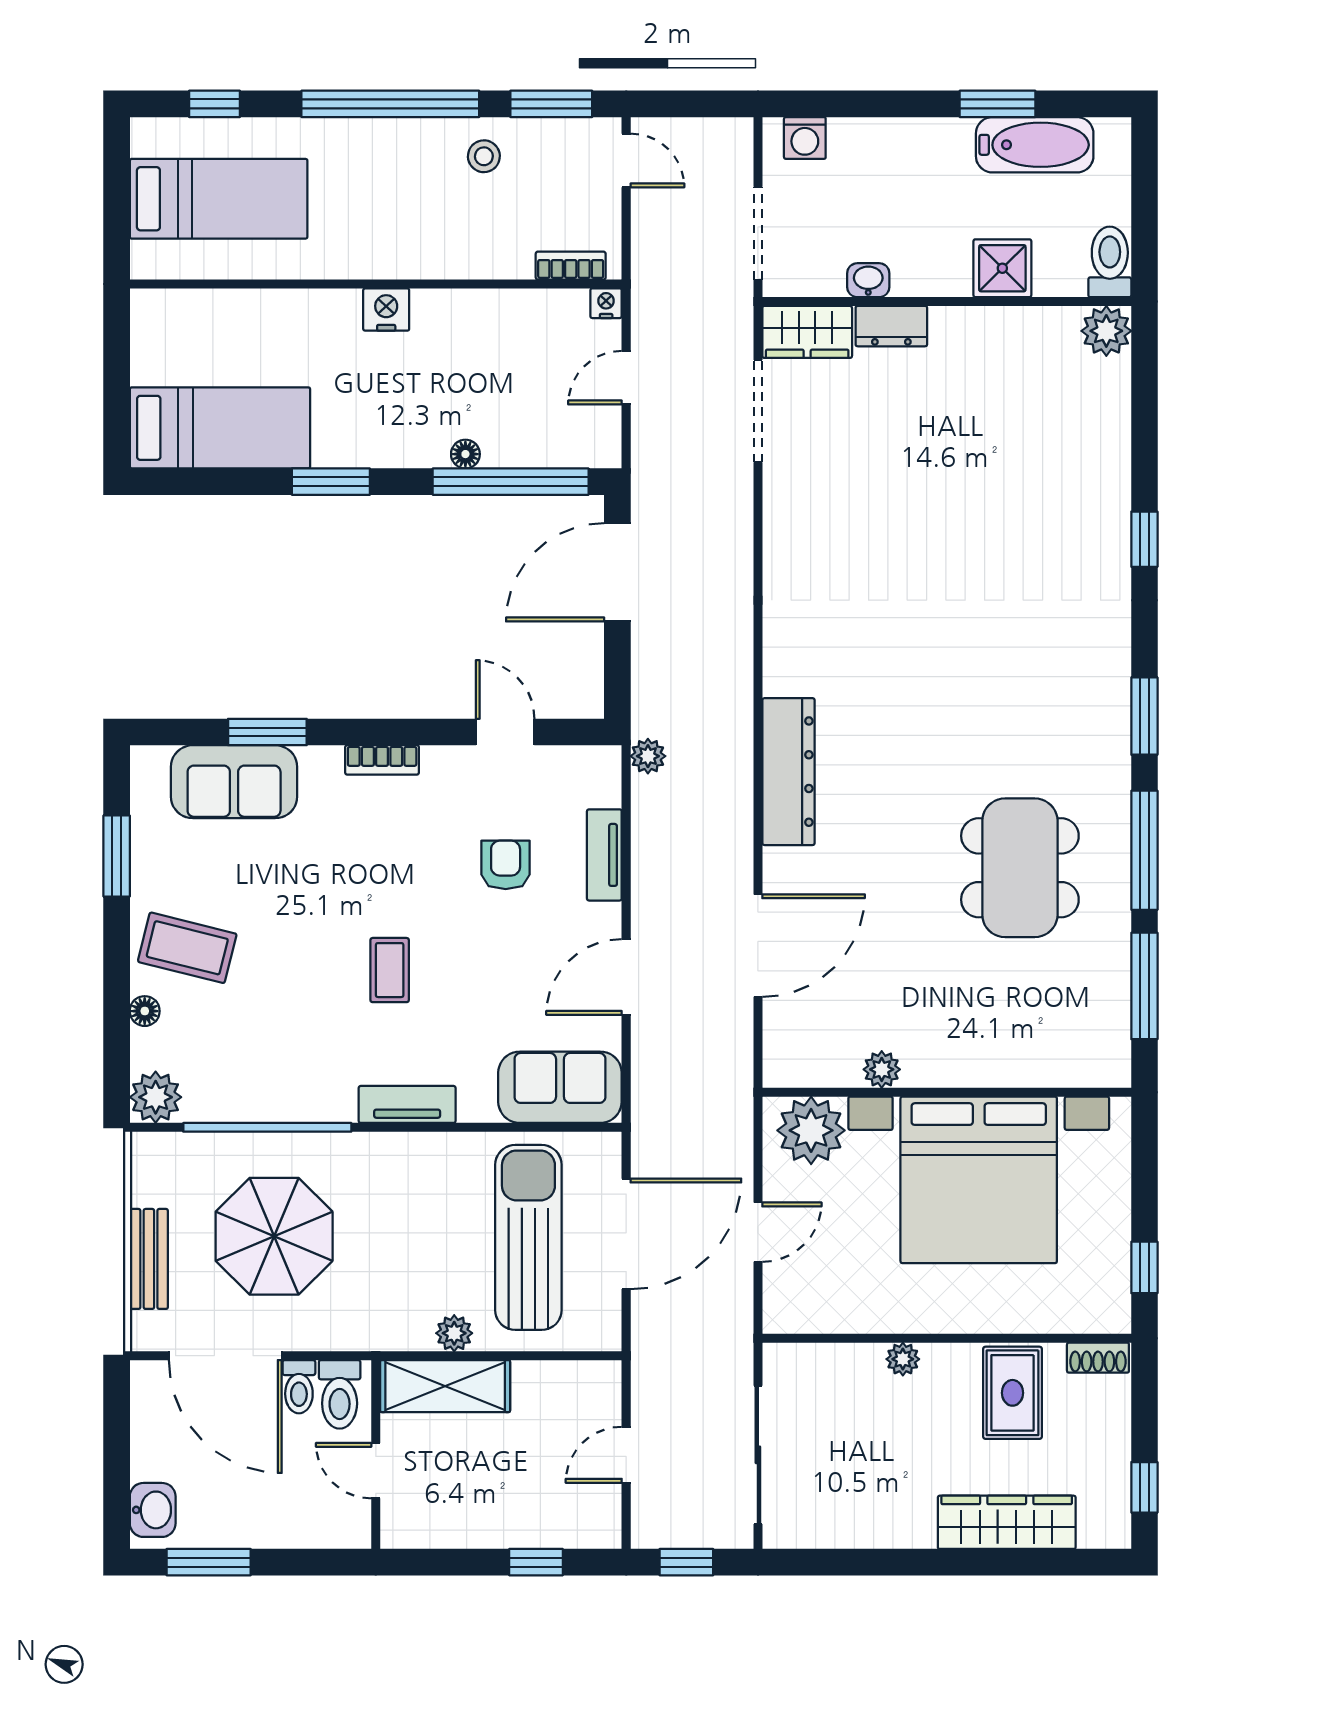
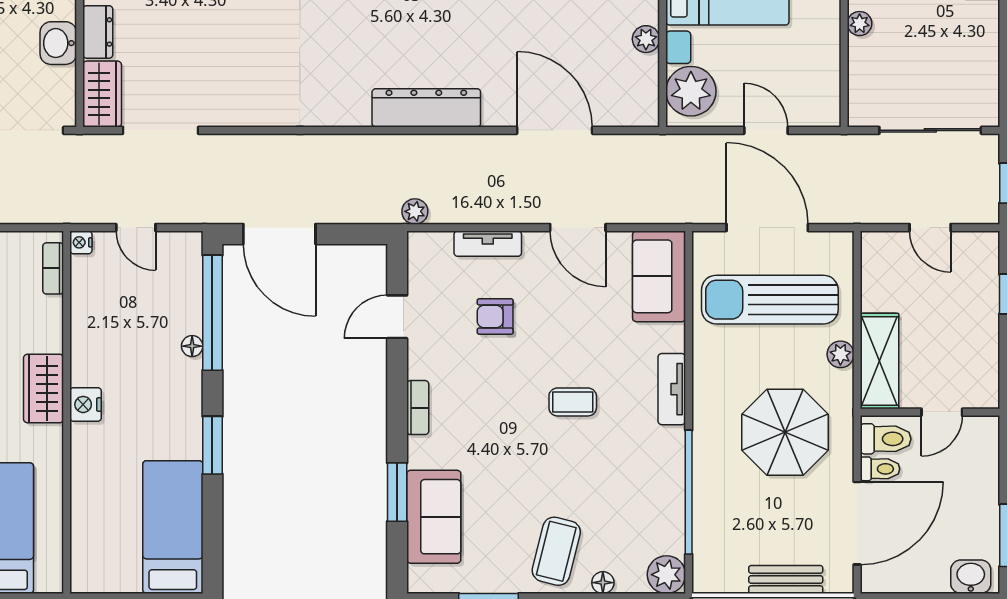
wardrobe: (408, 253) -> (44, 389), added
washbasin: (868, 280) -> (58, 43), width x1.38, depth x1.45
parasol: (274, 1236) -> (785, 432), moved

